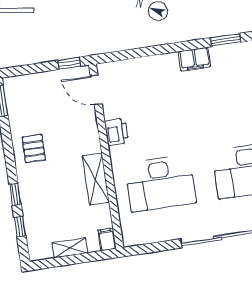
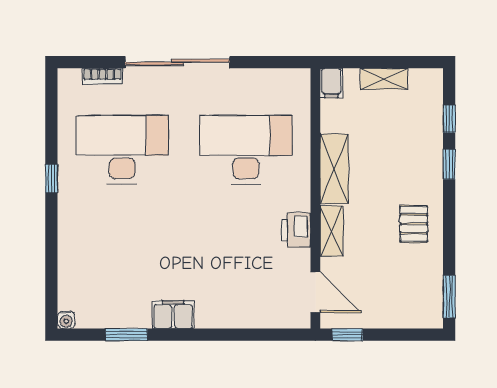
shelving: (91, 135) -> (332, 231), added

